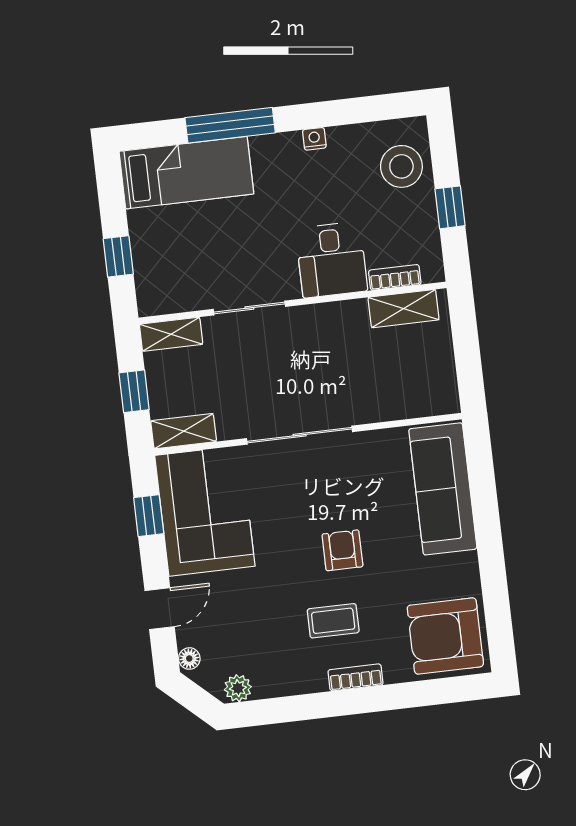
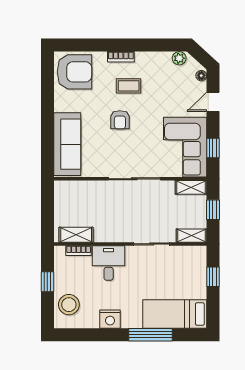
nightstand: (314, 139) -> (110, 319), width x1.89, depth x1.79

